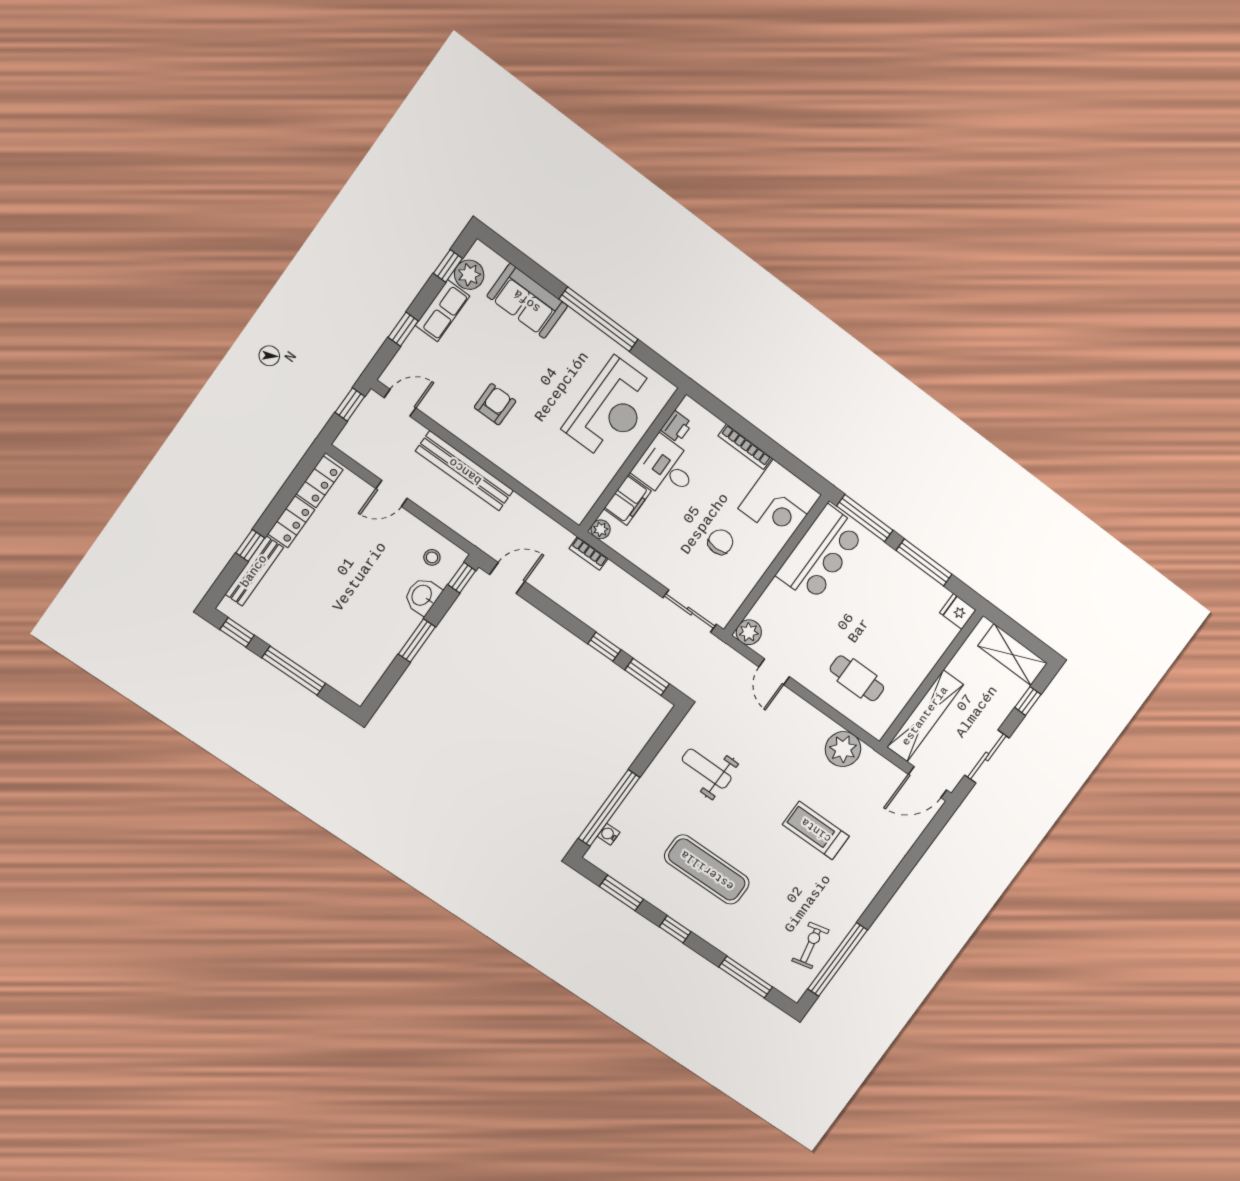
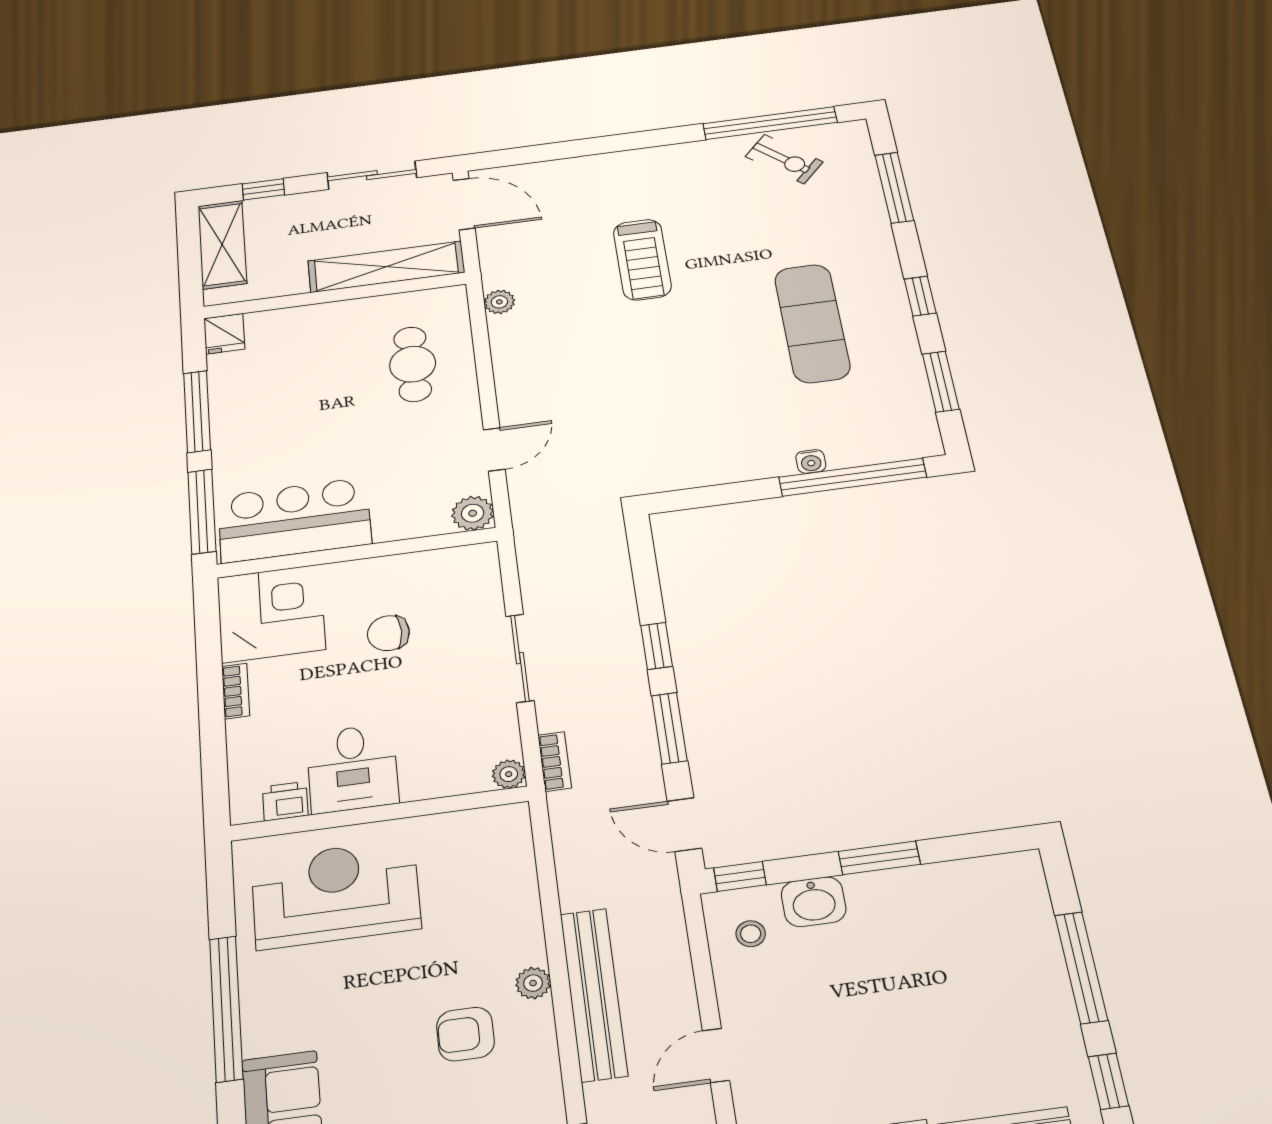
bookcase: (745, 447) -> (236, 691), width x0.64
plant: (493, 451) -> (533, 983), added
door: (392, 493) -> (716, 1055), swing flipped
filing cabinet: (627, 500) -> (438, 776), removed
sliding door: (690, 611) -> (520, 658), moved
window: (647, 677) -> (669, 728), moved
plant: (843, 749) -> (499, 302), width x0.53, depth x0.53
weight bench: (707, 769) -> (690, 420), removed
water cooler: (609, 834) -> (811, 461), moved
exercise bike: (810, 945) -> (784, 159), turned -126

